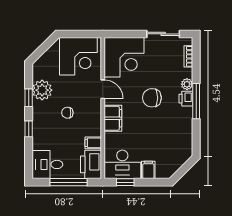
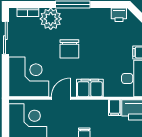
plant: (187, 84) -> (51, 19), width x1.88, depth x1.88
printer: (186, 99) -> (119, 15), moved

